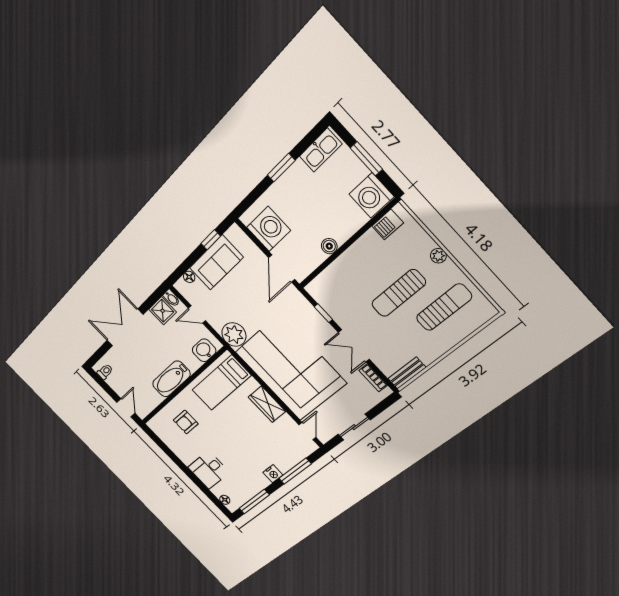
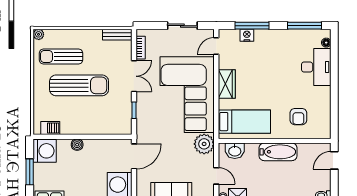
boiler: (329, 246) -> (77, 145), moved
plant: (438, 256) -> (39, 34), moved
sun lounger: (399, 293) -> (79, 85), width x1.36, depth x1.34
armchair: (186, 422) -> (298, 117), turned 90
desk: (209, 470) -> (316, 67), width x1.37
nightstand: (273, 474) -> (247, 35), moved

